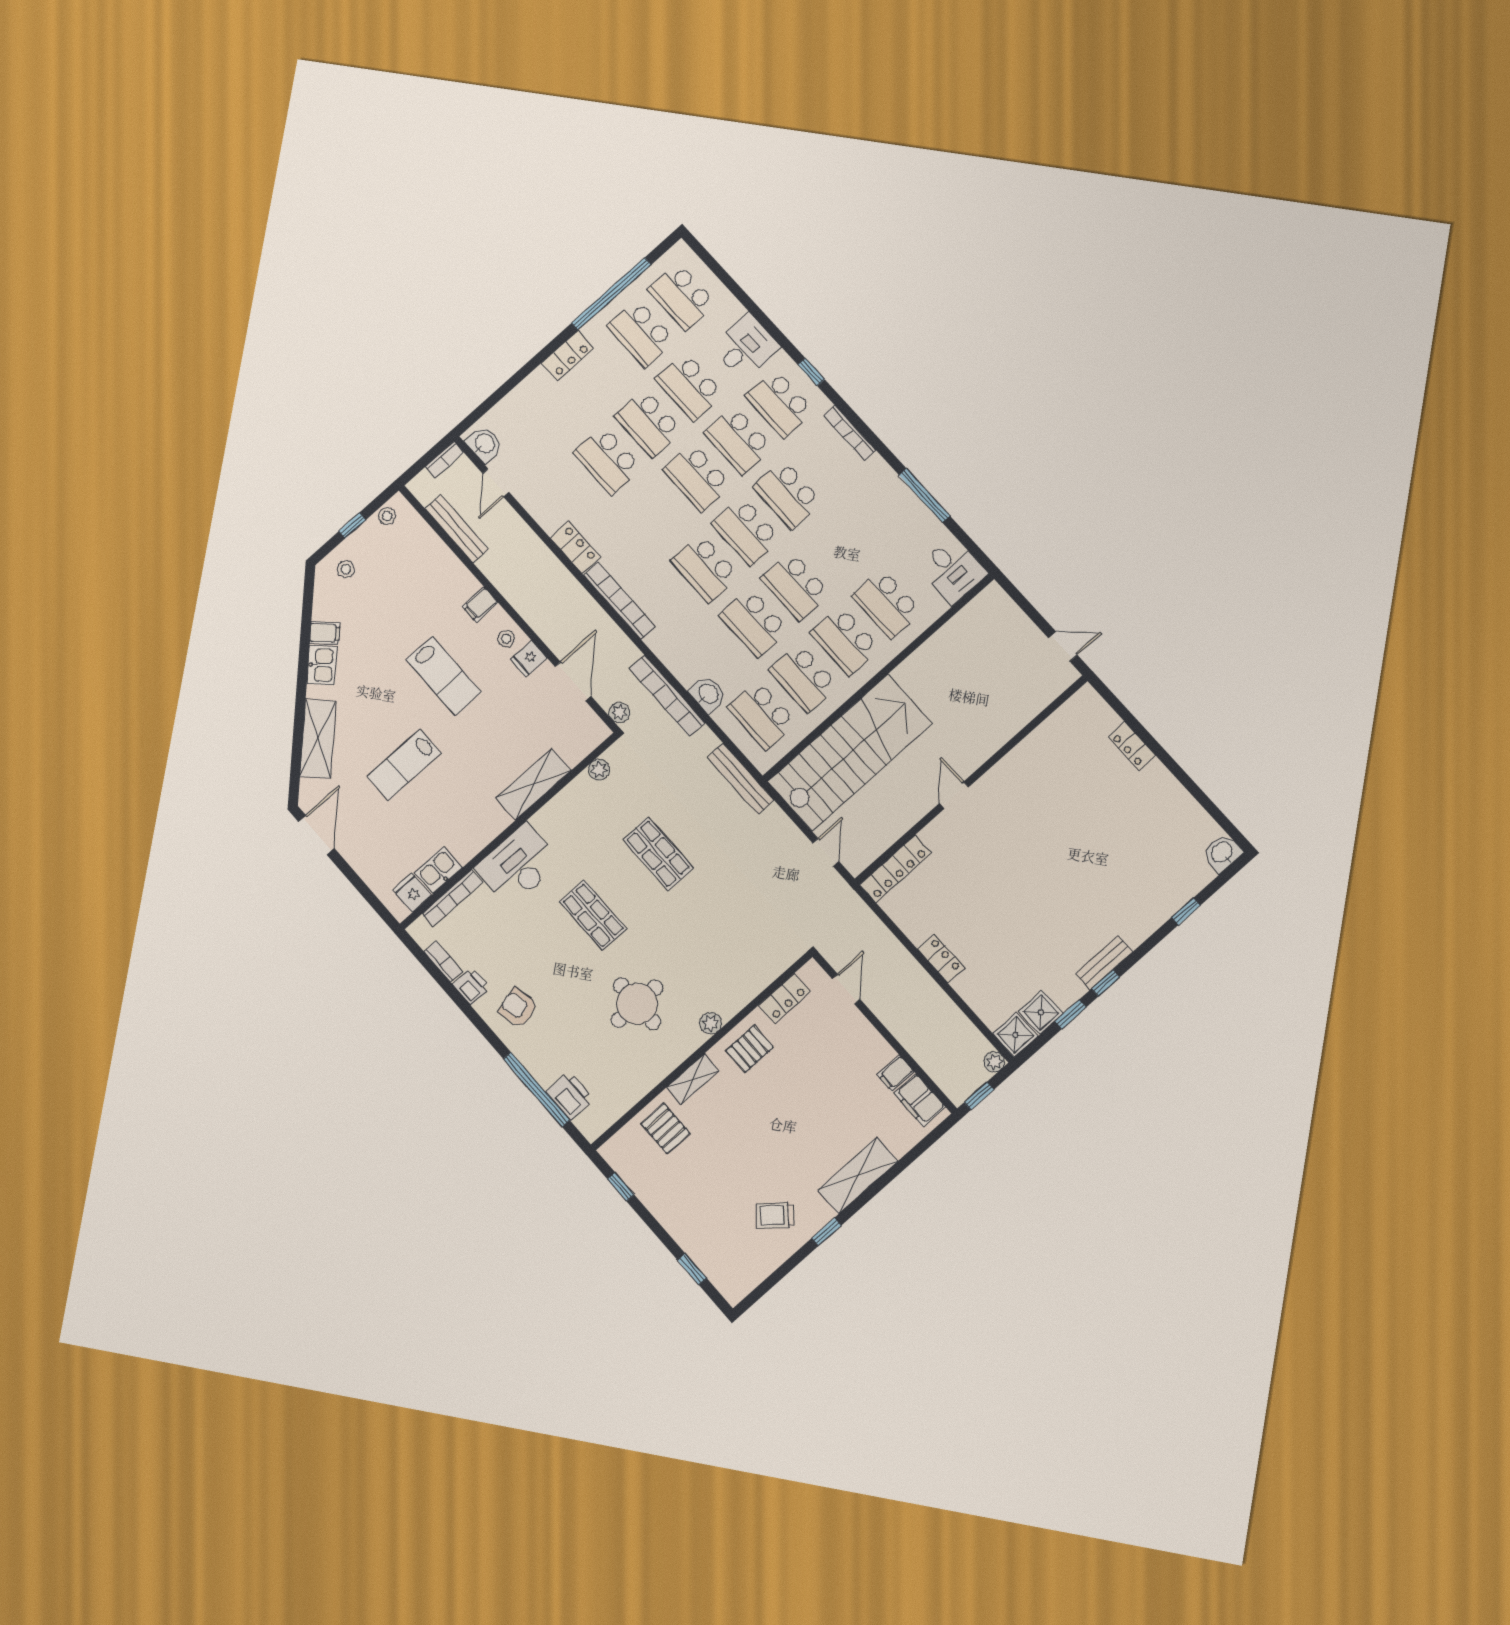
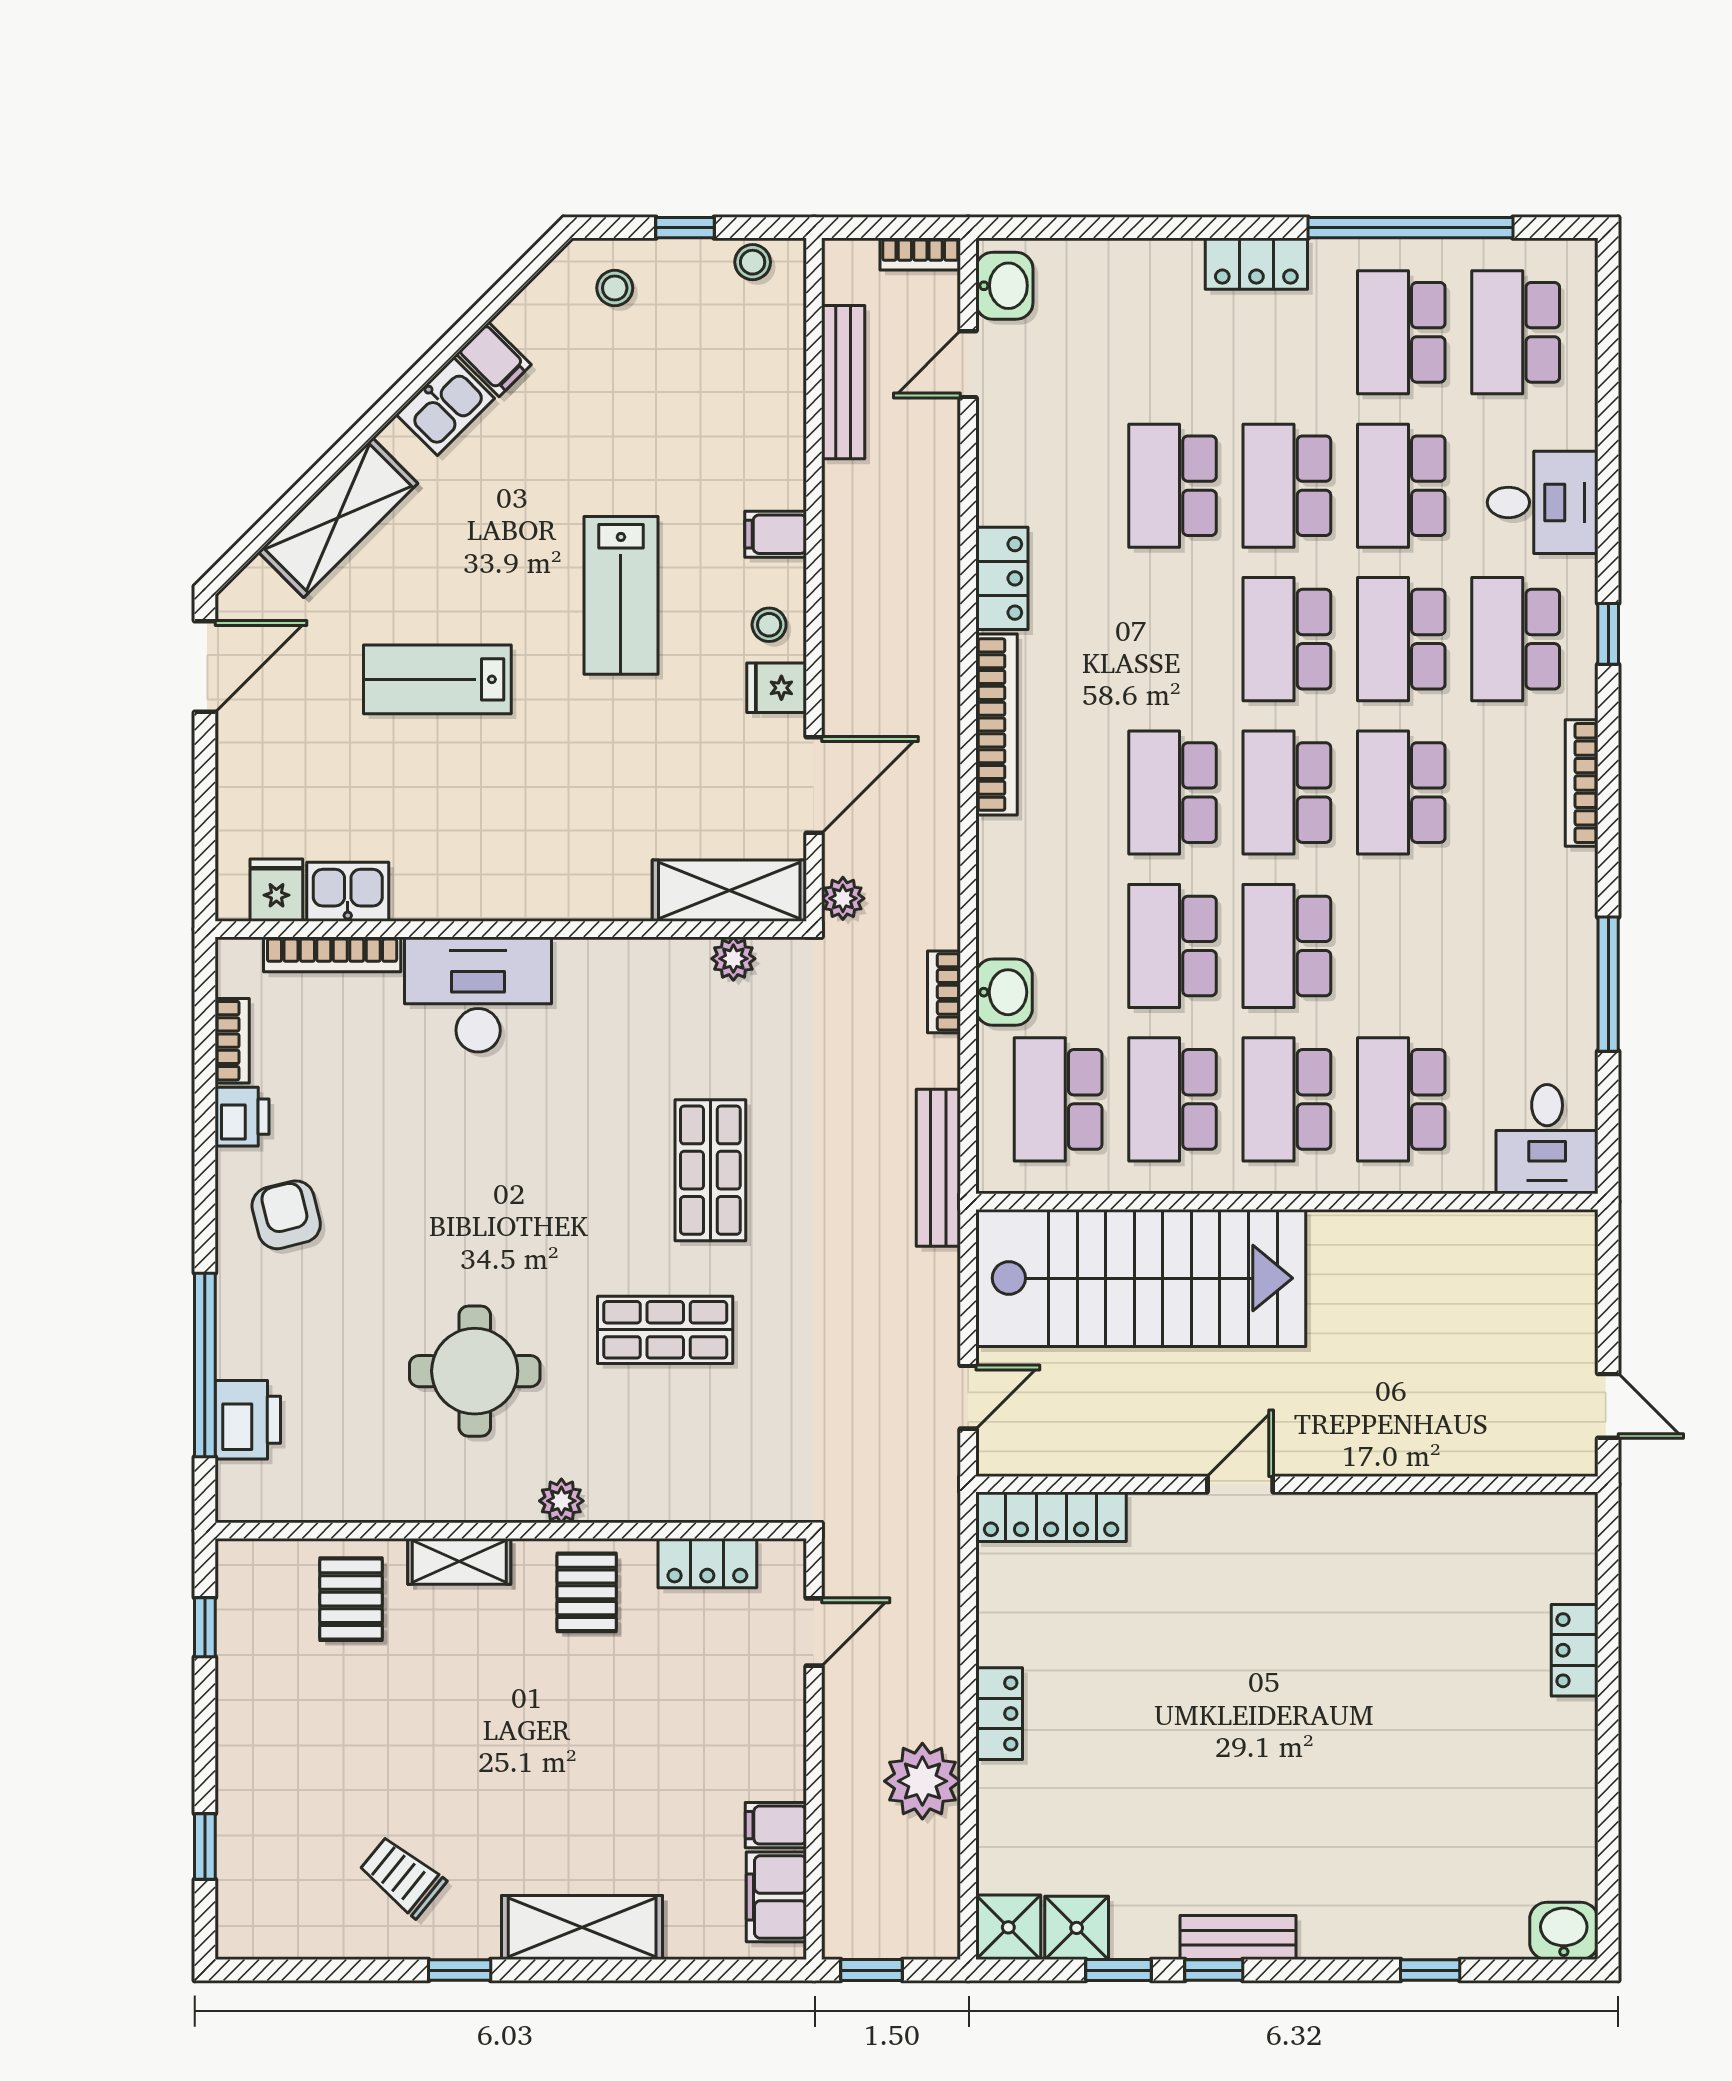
bookcase: (667, 696) -> (944, 992), width x0.43, depth x0.76
shelving: (534, 784) -> (729, 891), moved
shop shelf: (593, 915) -> (665, 1330), moved, turned 90
pallet: (750, 1049) -> (587, 1592), turned 90
plant: (994, 1062) -> (922, 1781), moved, width x1.88, depth x1.88

